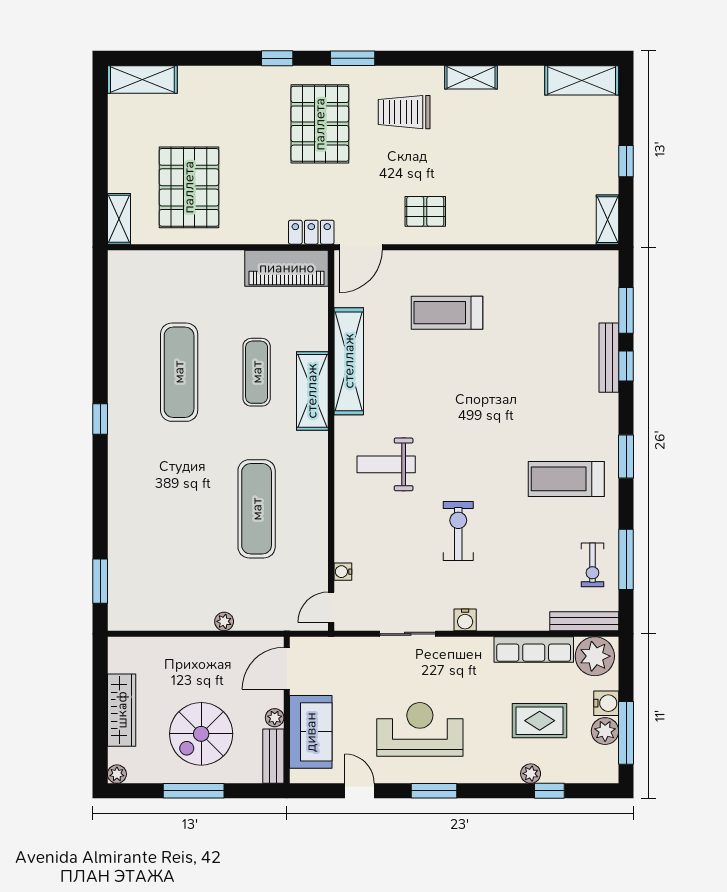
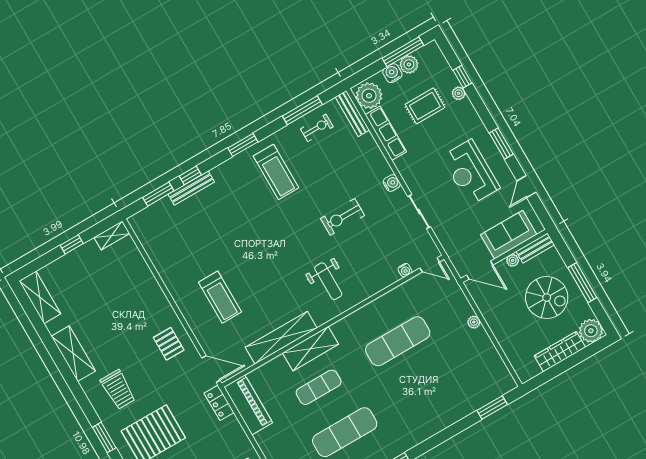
shelving: (471, 77) -> (73, 354), width x1.50, depth x1.33
rug: (540, 721) -> (425, 106), turned 90
plant: (117, 774) -> (591, 331), width x1.88, depth x1.88

